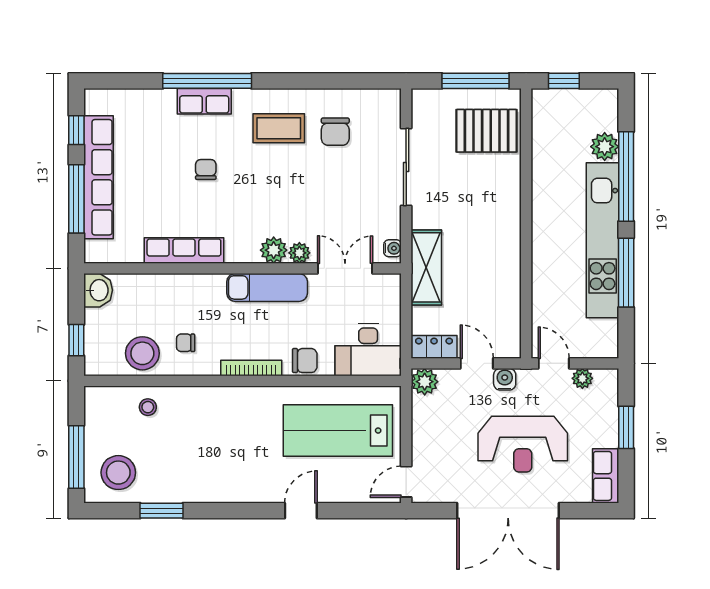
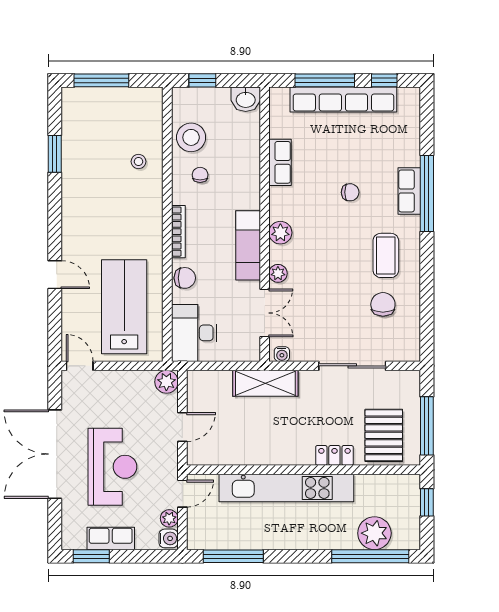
chair: (335, 132) -> (383, 304), turned 90
plant: (605, 147) -> (374, 533), width x1.36, depth x1.36
window: (626, 176) -> (370, 556), moved
kitchen unit: (603, 240) -> (286, 488), moved, turned 180
plant: (274, 250) -> (280, 233), moved
row of seats: (184, 251) -> (280, 162), width x0.68
window: (626, 273) -> (233, 556), moved
locker: (434, 347) -> (334, 455), moved, turned -90
chair: (305, 361) -> (185, 278), turned -90
water cooler: (505, 379) -> (169, 538), moved
stool: (148, 407) -> (138, 162), moved
window: (626, 427) -> (91, 556), moved
reception desk: (523, 444) -> (112, 467), turned 180
stool: (118, 473) -> (88, 117), removed
row of seats: (606, 476) -> (111, 538), moved

